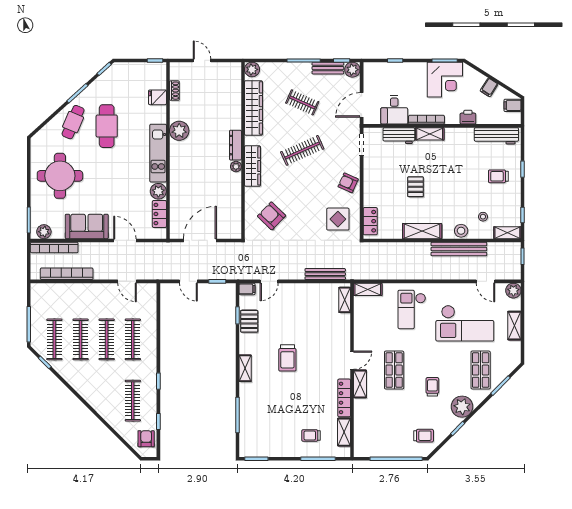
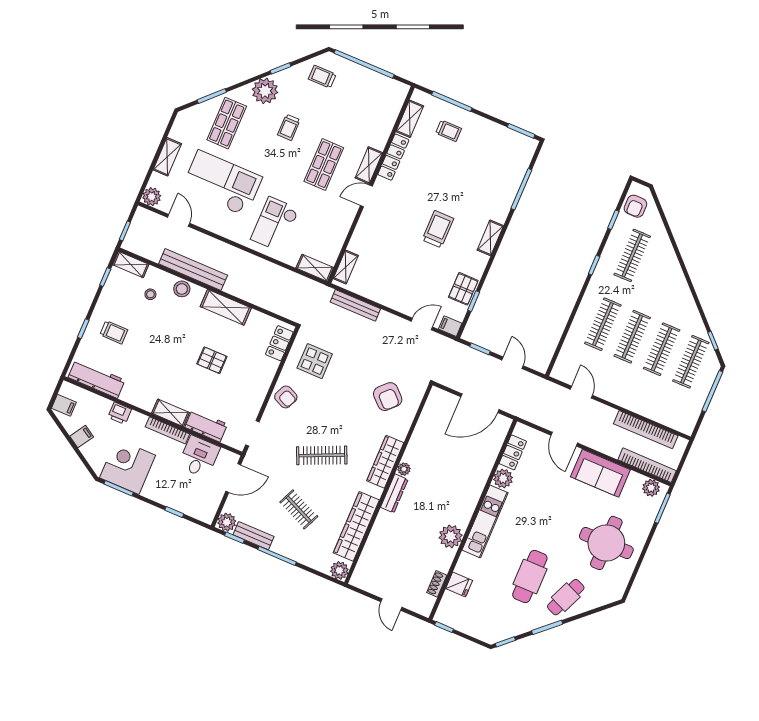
pallet: (416, 187) -> (212, 360), turned 90
checkout: (412, 309) -> (275, 224), turned 180

